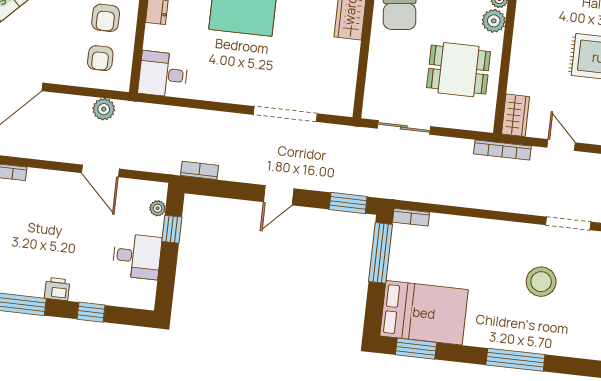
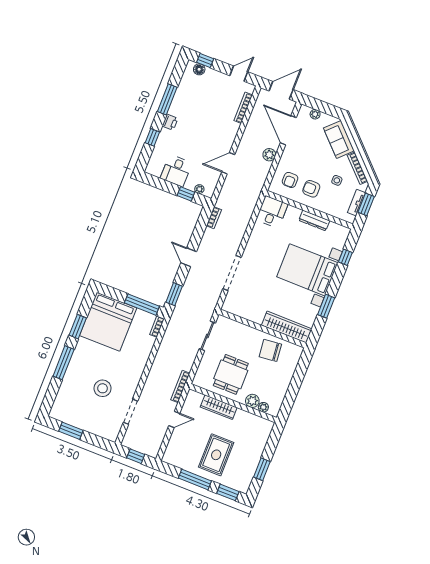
armchair: (100, 58) -> (290, 180), turned -90
plant: (104, 109) -> (269, 155), moved
wardrobe: (515, 115) -> (219, 407), moved, width x1.50
bed: (424, 313) -> (108, 322), width x1.36
window: (416, 349) -> (78, 327), moved

